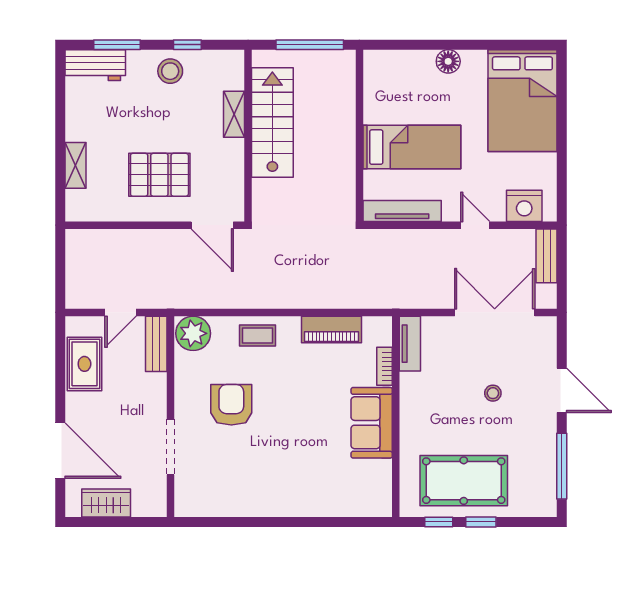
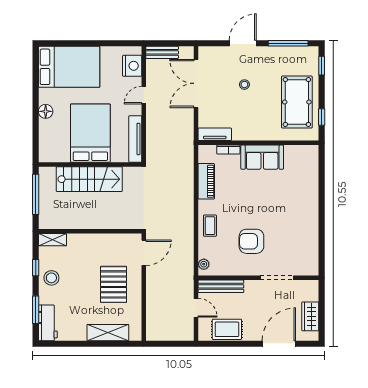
shelving: (234, 114) -> (52, 240), moved
stairs: (272, 123) -> (89, 179), moved, turned 180
bed: (412, 147) -> (90, 133), width x1.50
shelving: (76, 165) -> (108, 333), width x1.50, depth x1.33
plant: (193, 333) -> (204, 264), width x0.53, depth x0.53
bench: (156, 344) -> (221, 286), width x1.36
window: (481, 522) -> (322, 66), moved

